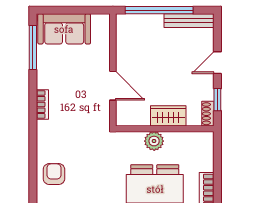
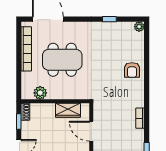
wardrobe: (168, 116) -> (68, 110), moved
plant: (154, 141) -> (40, 93), moved

